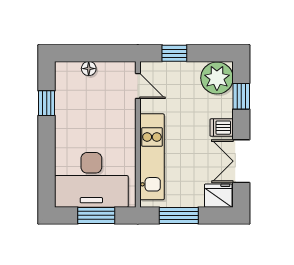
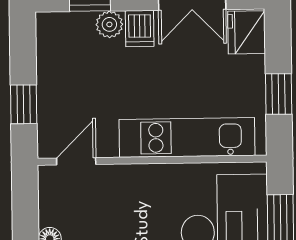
plant: (217, 78) -> (109, 24), moved, width x0.53, depth x0.53
window: (179, 215) -> (279, 94), width x0.67

